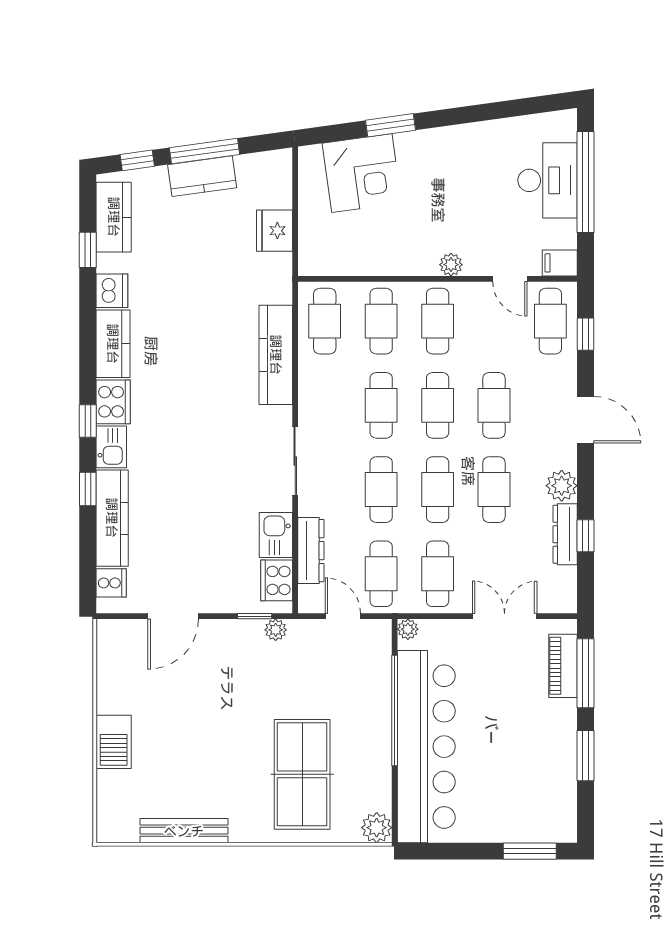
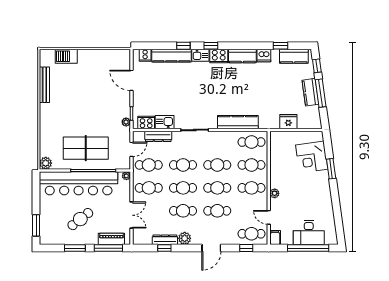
door: (510, 279) -> (269, 217), hinge flipped
barbecue: (114, 742) -> (66, 56), moved
cafe table: (514, 742) -> (80, 219), added
table tennis table: (302, 774) -> (86, 148), moved

